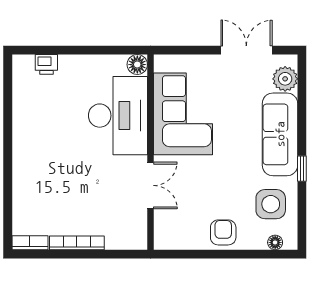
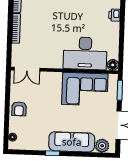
window: (183, 50) -> (120, 90), added
double door: (151, 185) -> (27, 69), moved
side table: (271, 204) -> (34, 135), removed
armchair: (223, 232) -> (19, 109), turned 90

